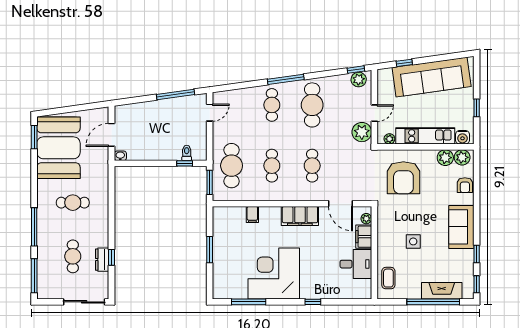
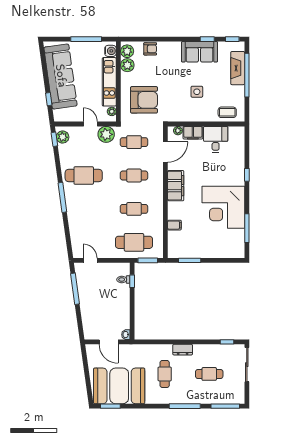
cafe table: (272, 105) -> (134, 142), moved
window: (477, 108) -> (86, 39), width x2.17
sofa: (461, 227) -> (199, 52), moved
window: (210, 250) -> (190, 260), moved
window: (111, 257) -> (227, 342), moved
dresser: (102, 260) -> (183, 350), moved

